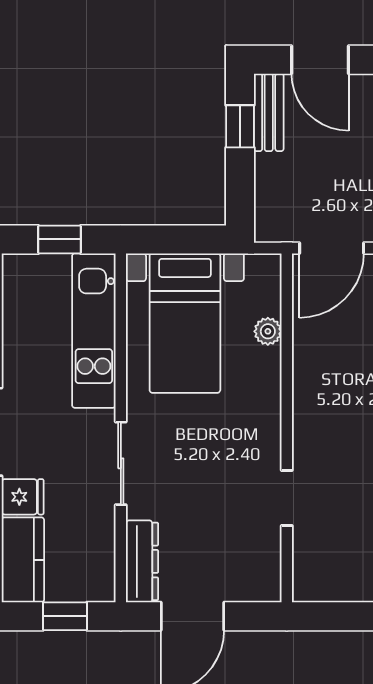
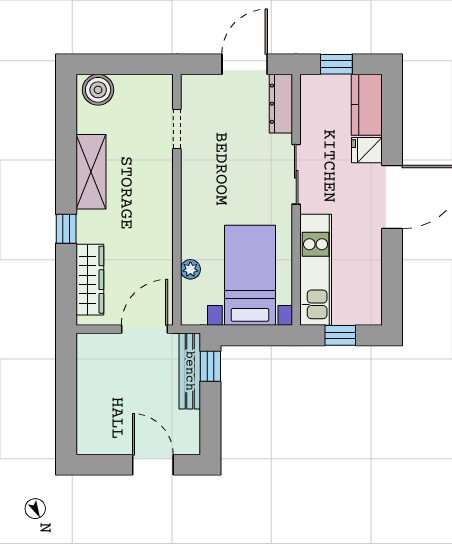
bench: (269, 112) -> (190, 371), moved, width x1.36
window: (240, 126) -> (210, 366), moved
doorway: (287, 498) -> (177, 129), moved

